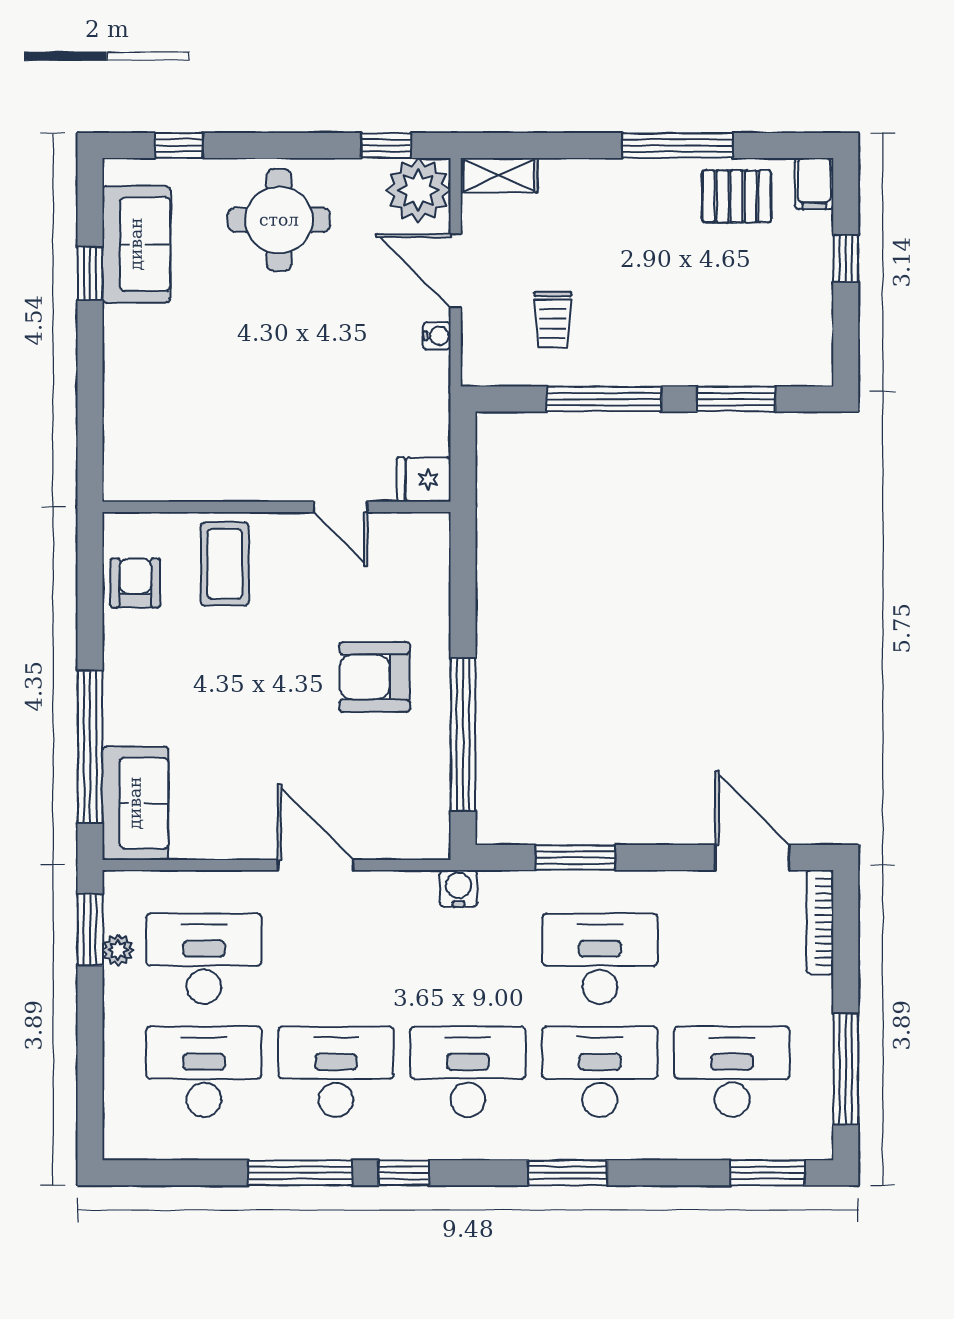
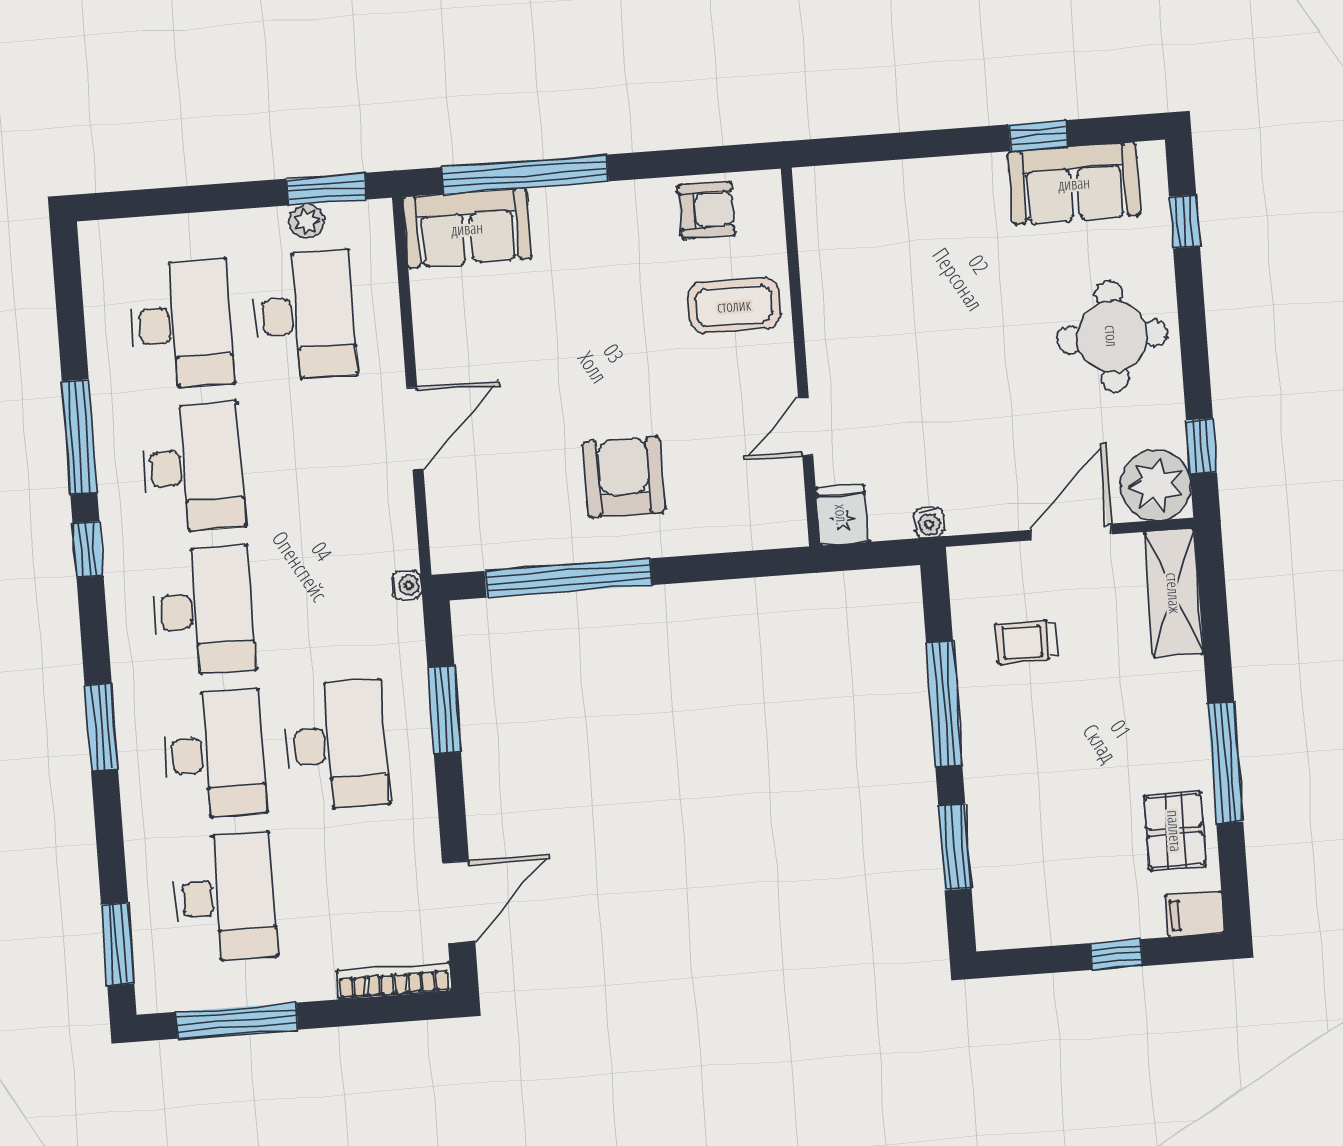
shelving: (499, 175) -> (1174, 593), width x1.50, depth x1.33
water cooler: (437, 336) -> (929, 522), moved
water cooler: (458, 888) -> (407, 585), width x0.72, depth x0.72

